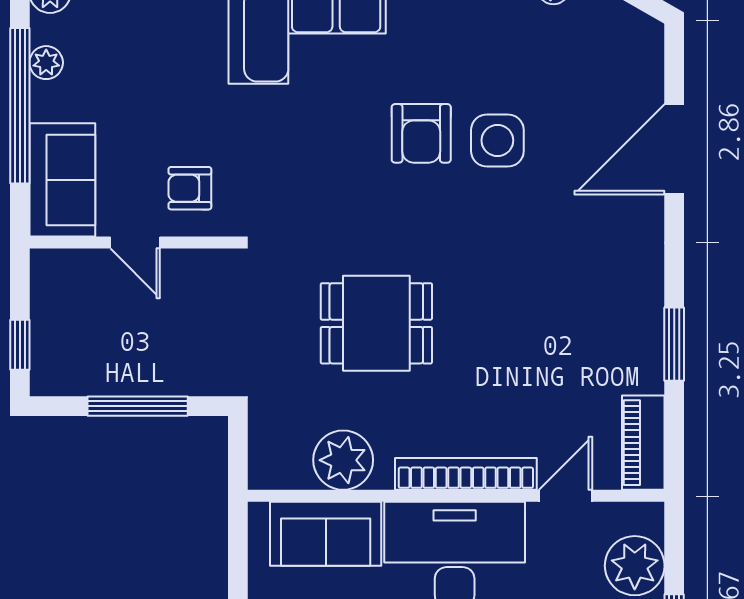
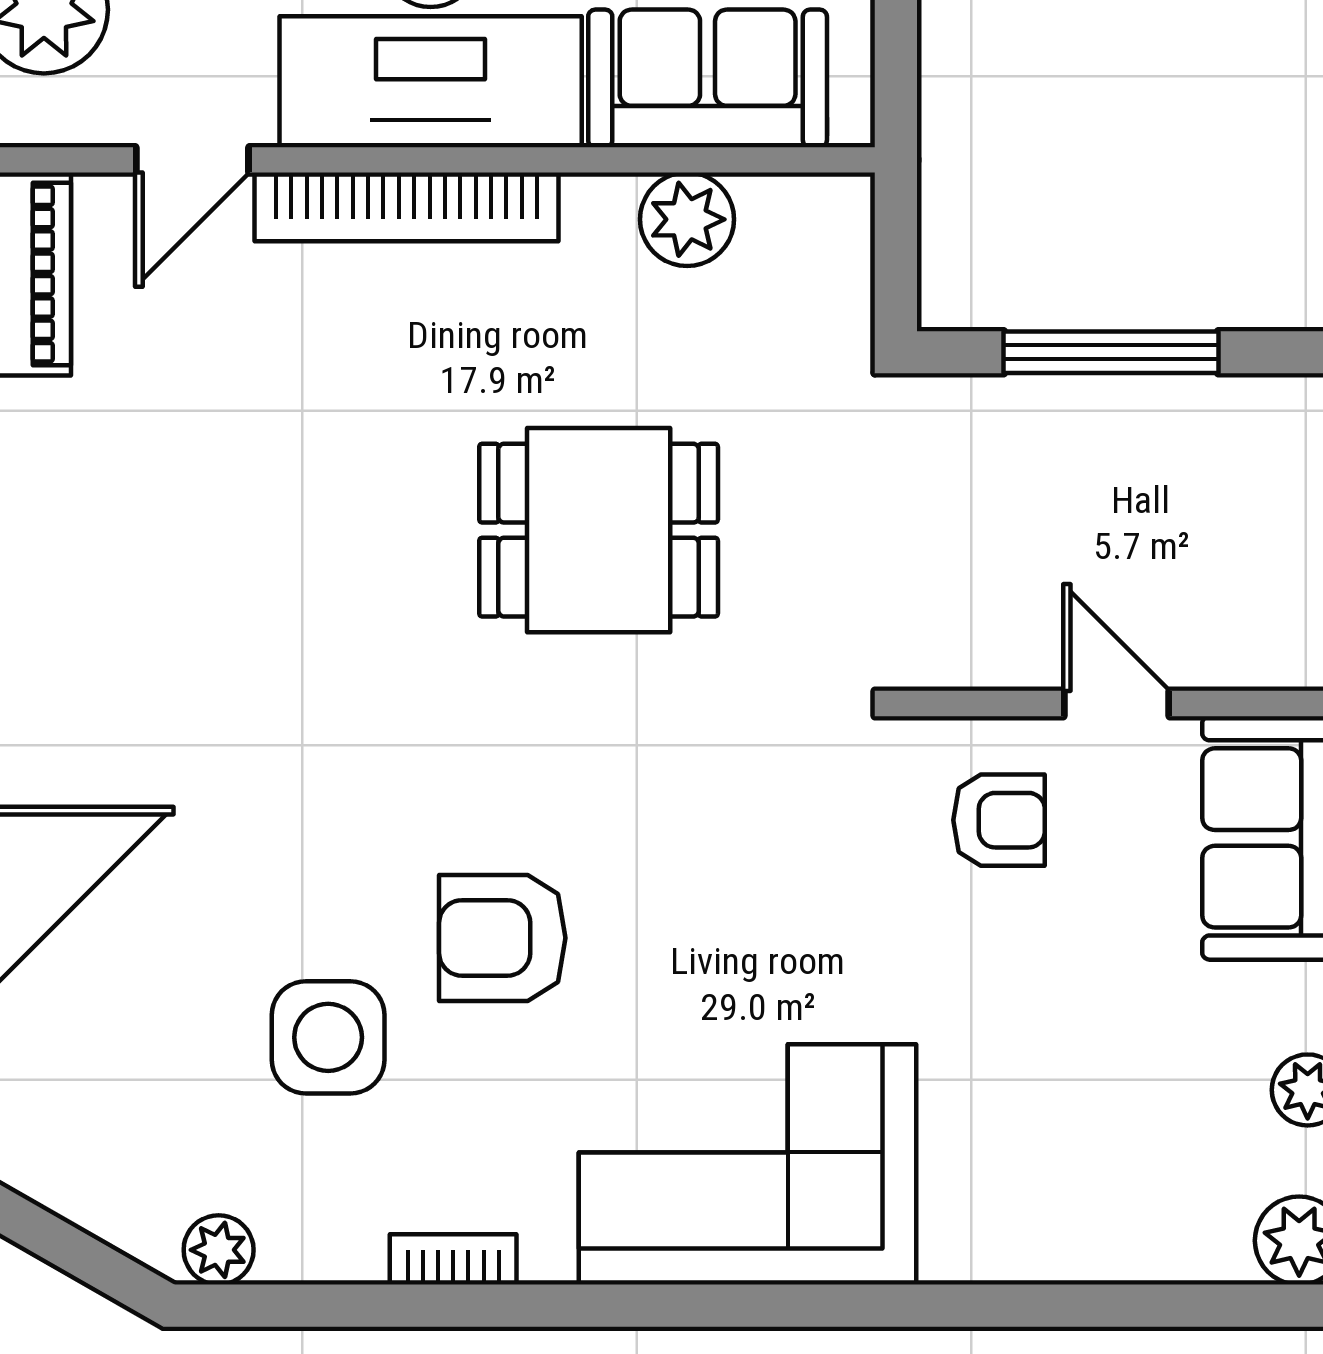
armchair: (421, 133) -> (502, 938), turned -90
side table: (497, 140) -> (328, 1037), moved
plant: (343, 460) -> (687, 219), width x0.73, depth x0.73

